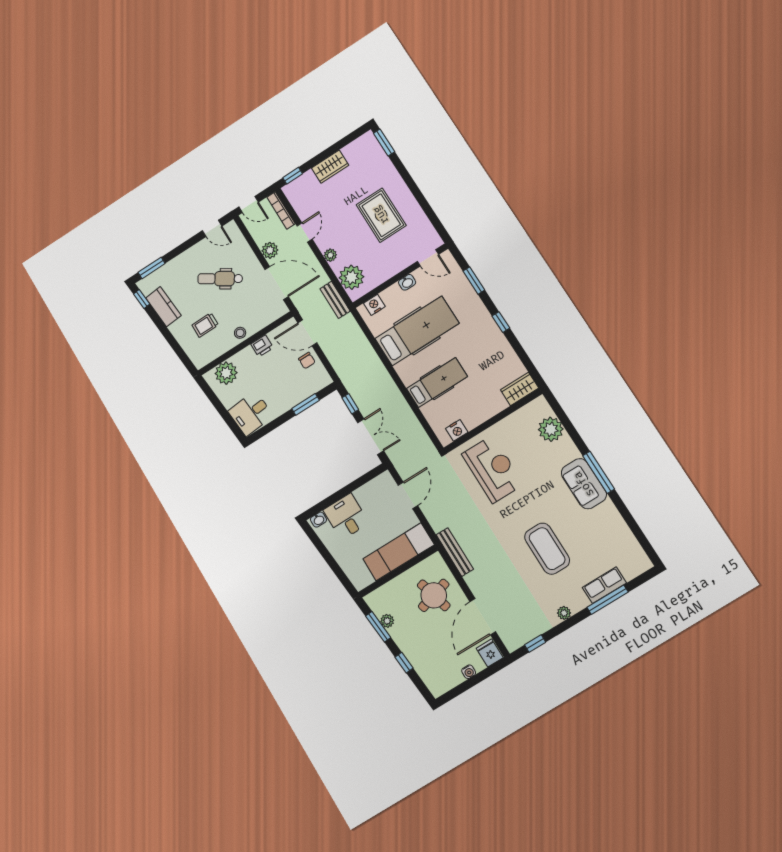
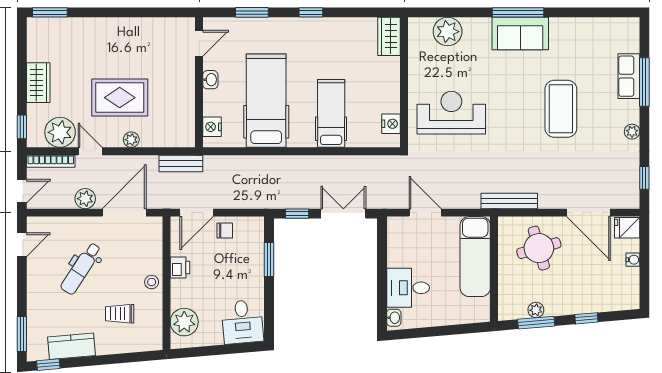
rug: (381, 215) -> (120, 98), moved
plant: (351, 277) -> (60, 132), moved
trolley: (205, 325) -> (120, 314), turned 90
coffee table: (547, 549) -> (561, 109), turned 90

